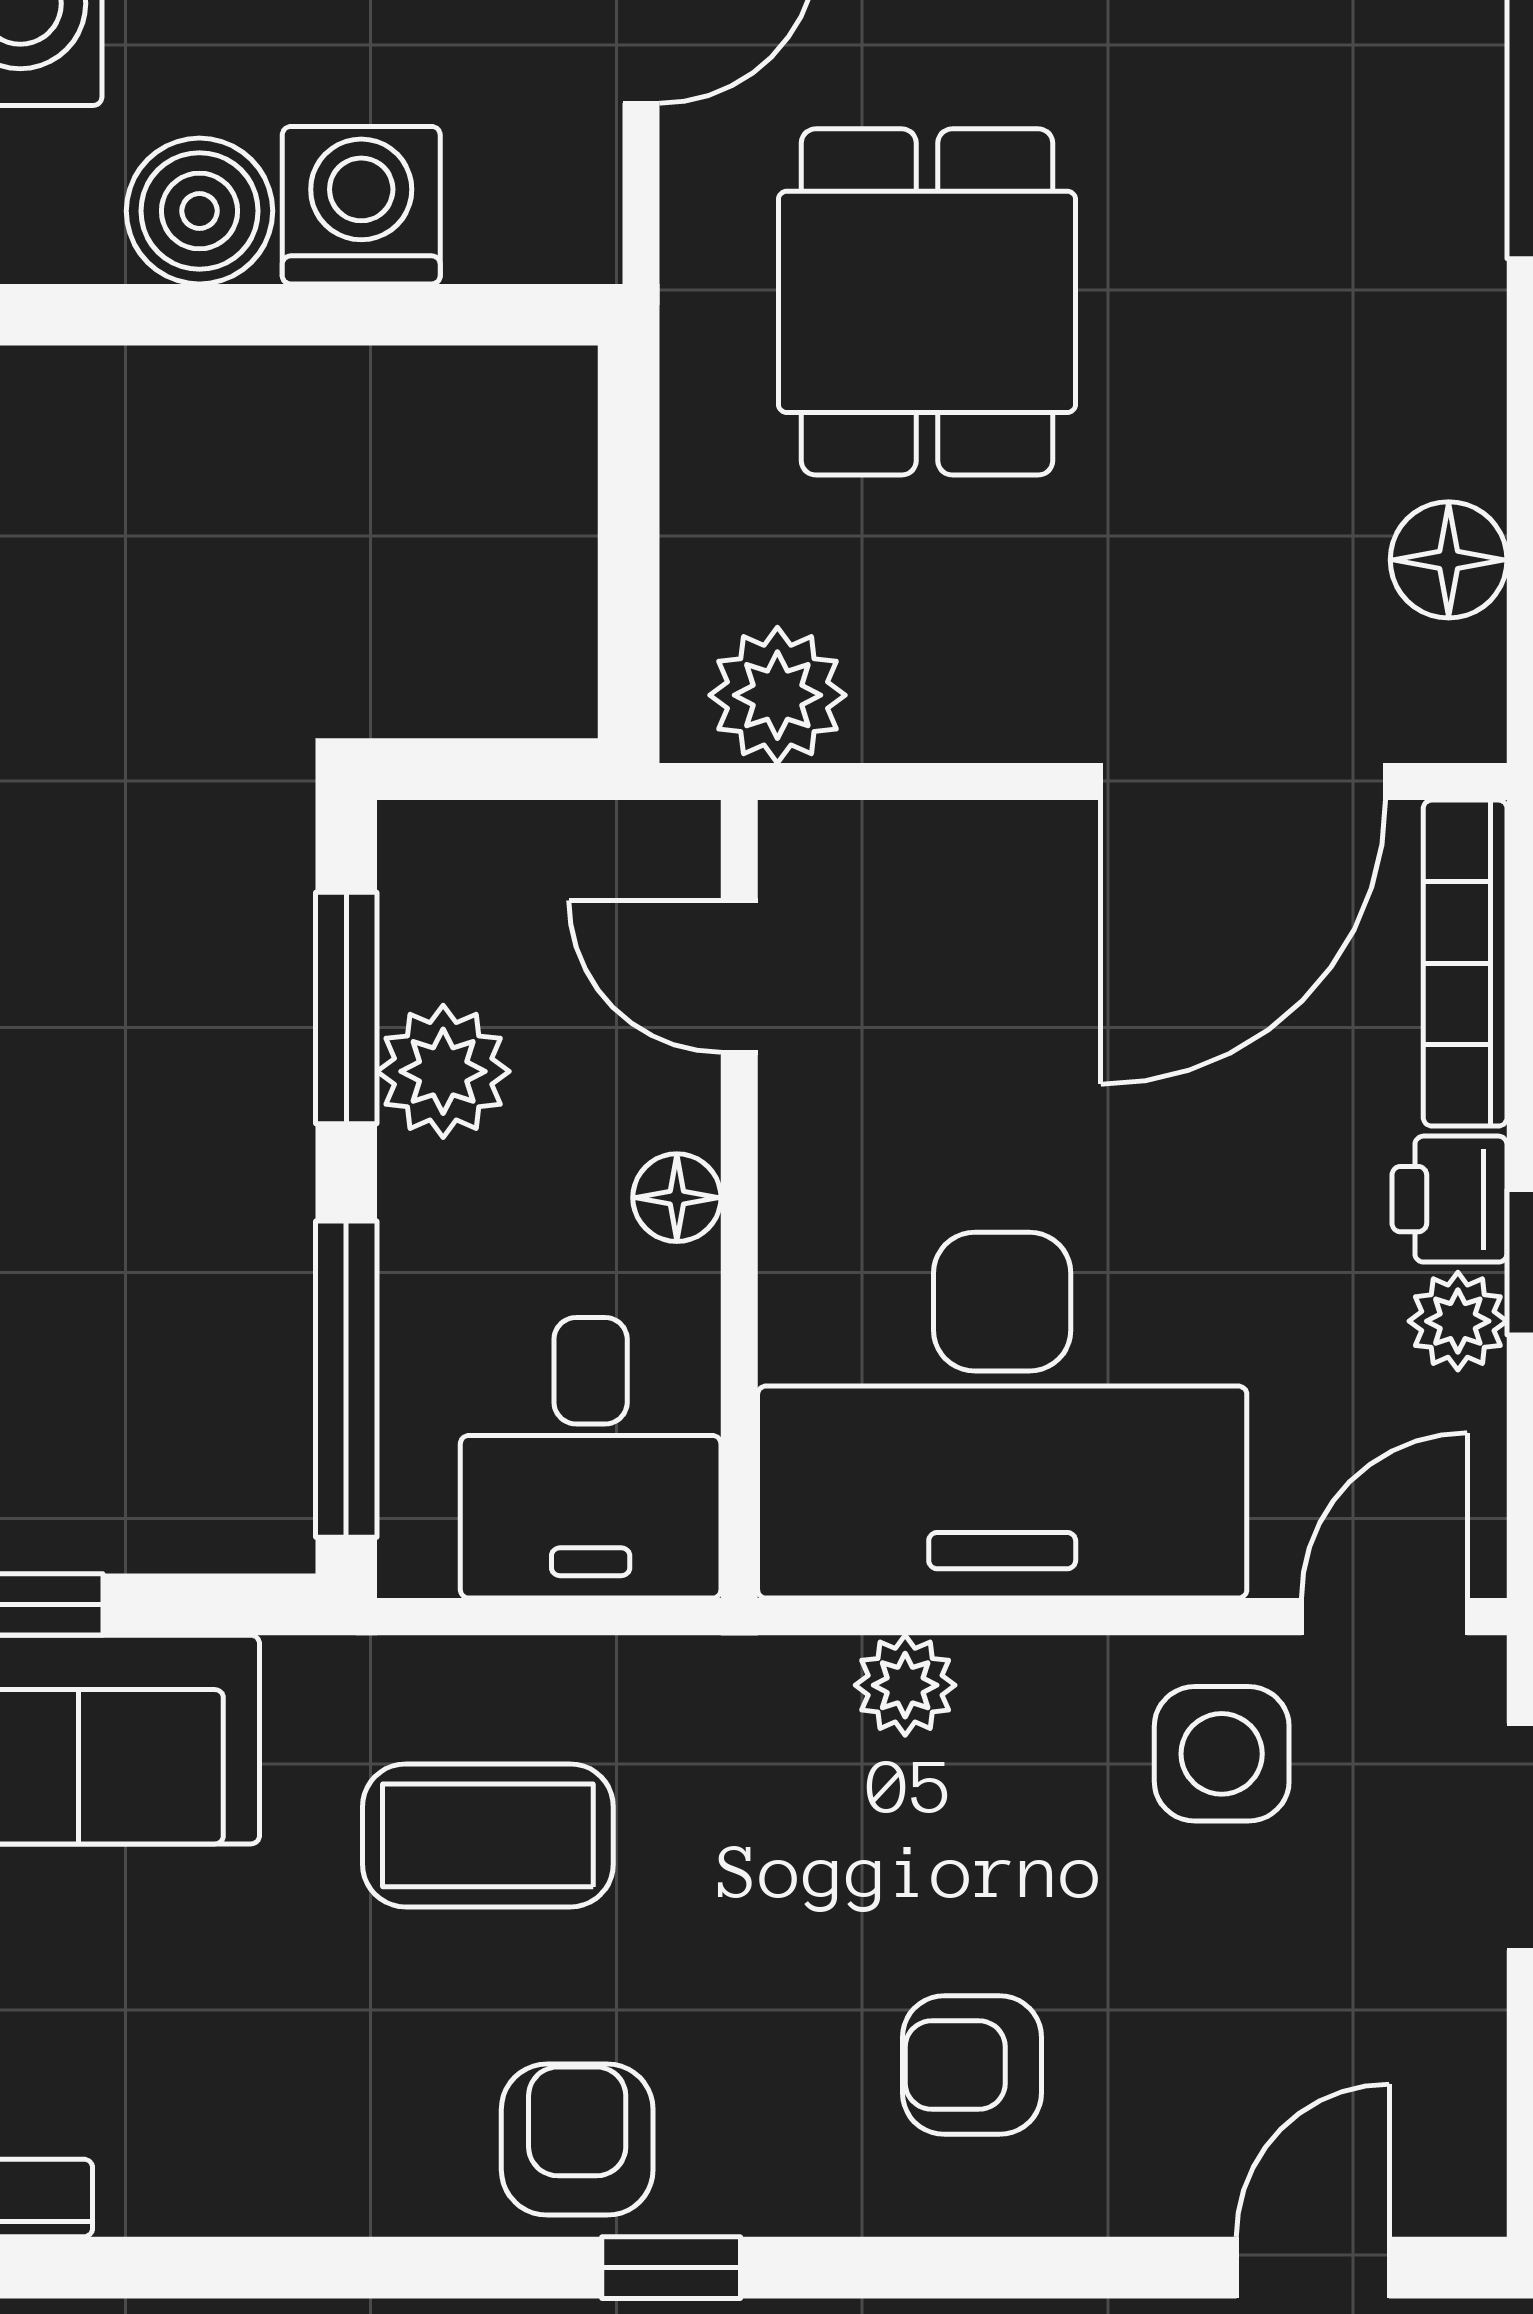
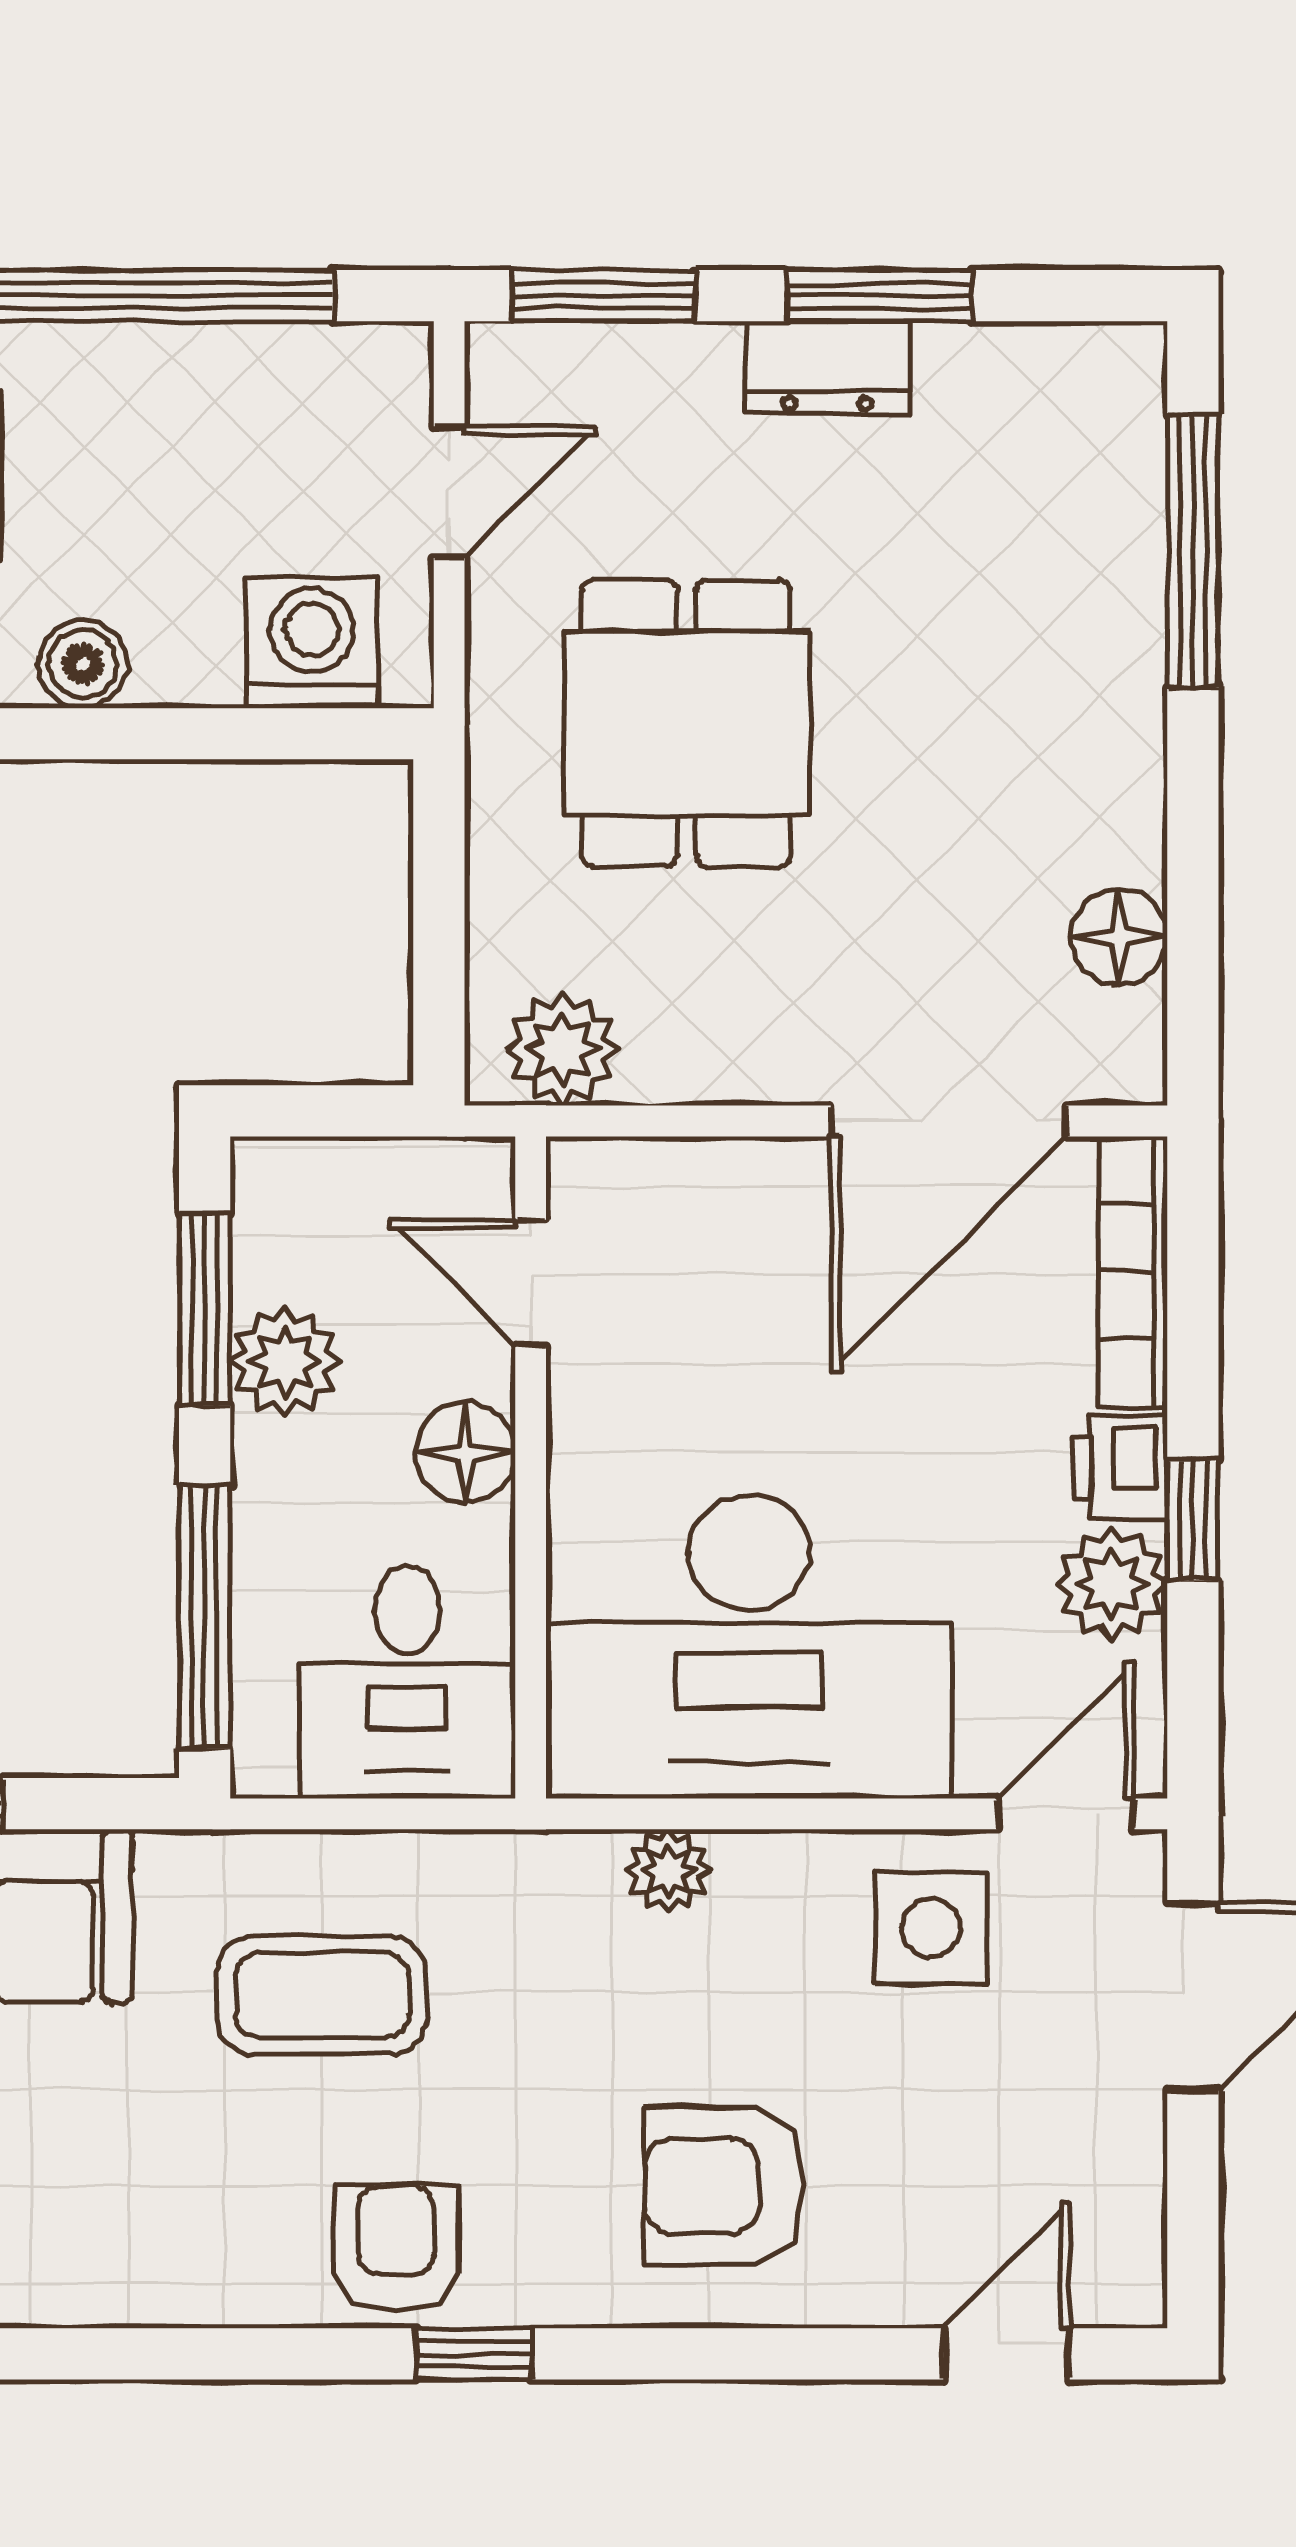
washing machine: (361, 205) -> (312, 643), moved
boiler: (199, 211) -> (83, 664), width x0.73, depth x0.73
floor lamp: (677, 1198) -> (465, 1453), width x1.37, depth x1.37
plant: (1458, 1321) -> (1112, 1584), width x1.38, depth x1.38
armchair: (972, 2065) -> (724, 2186), width x1.38, depth x1.38

